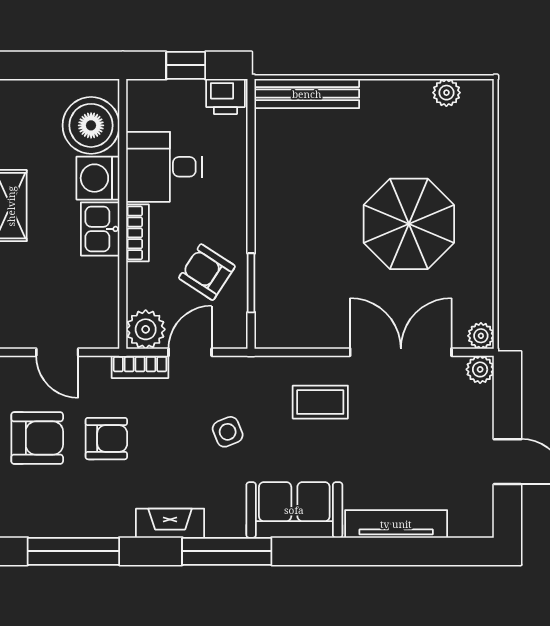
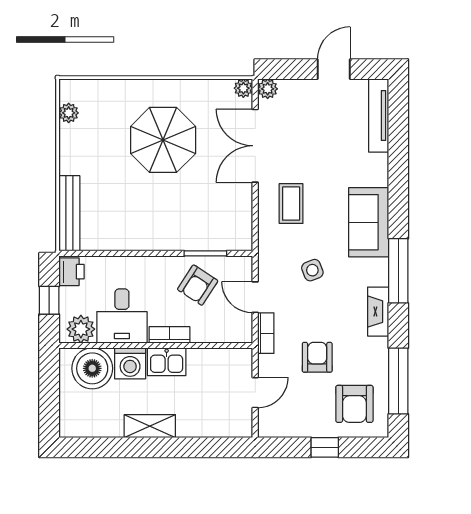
plant: (146, 329) -> (81, 329), moved
armchair: (37, 438) -> (354, 404), moved, turned 180
tv unit: (396, 524) -> (379, 115), moved

